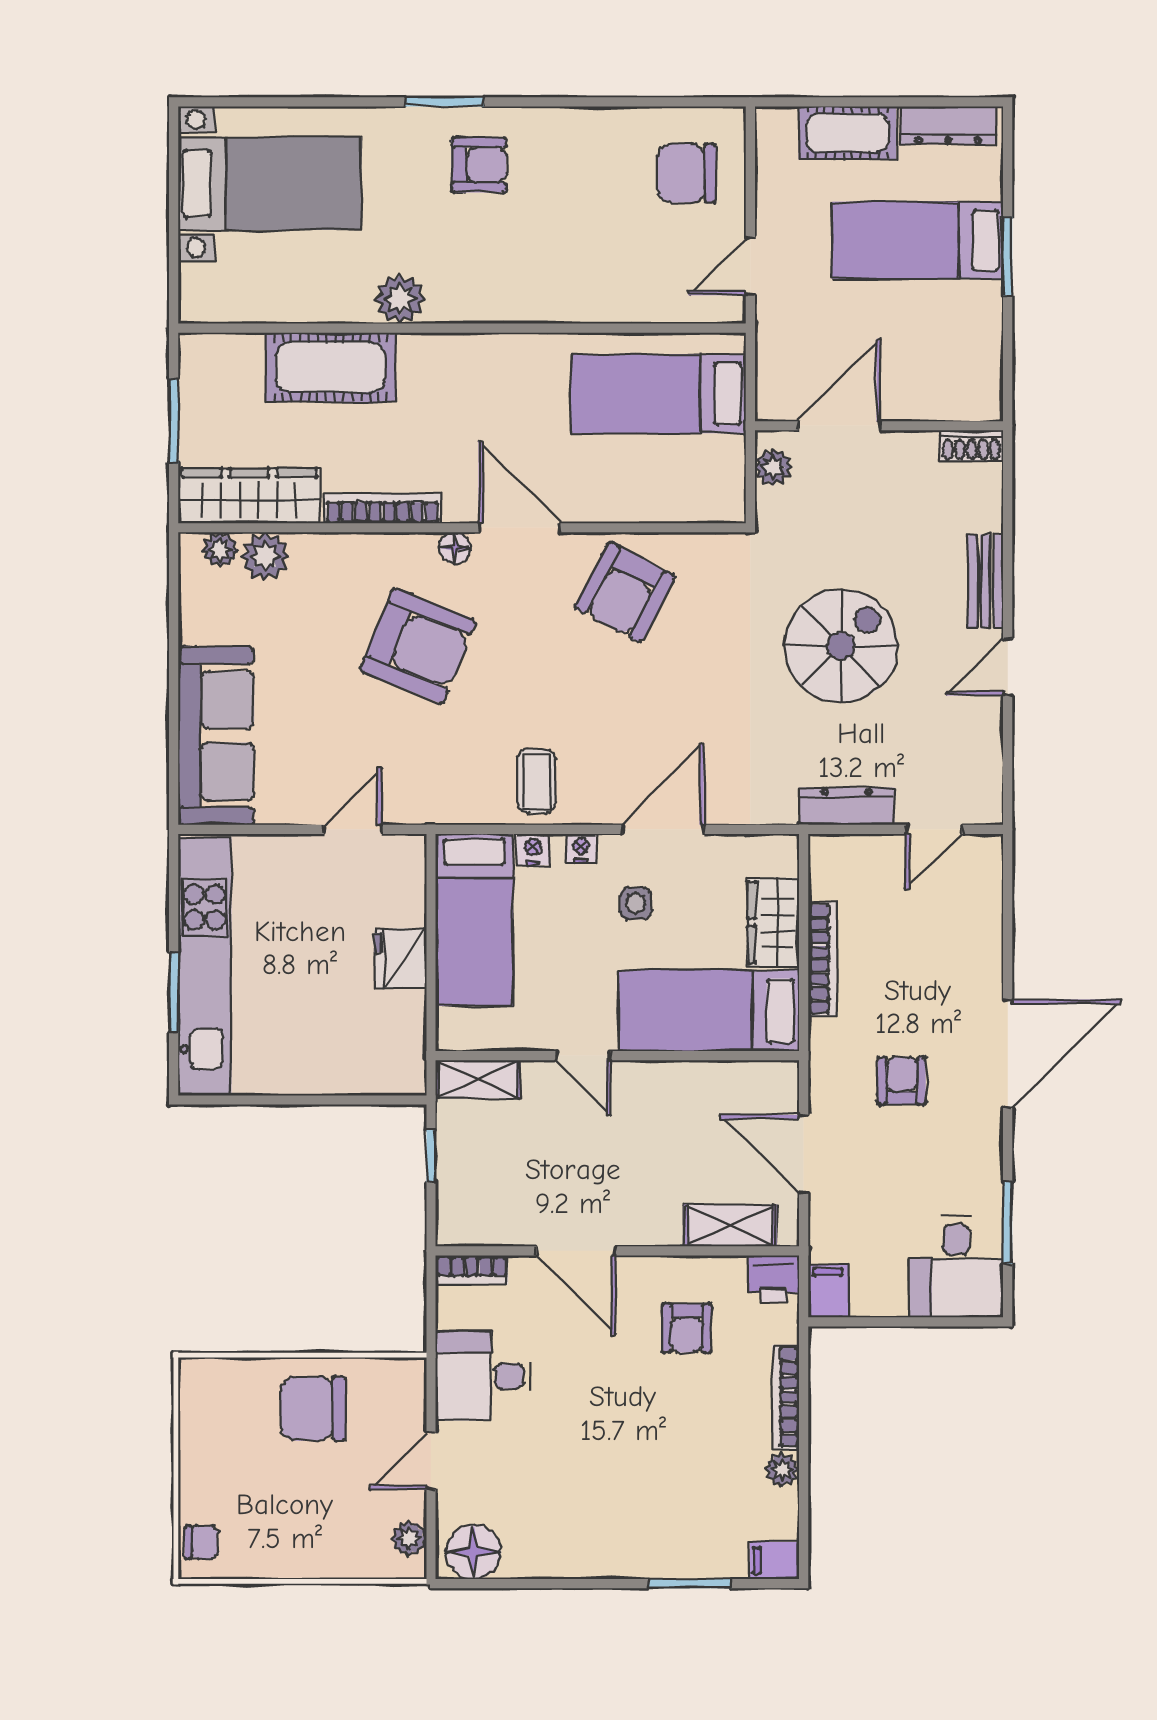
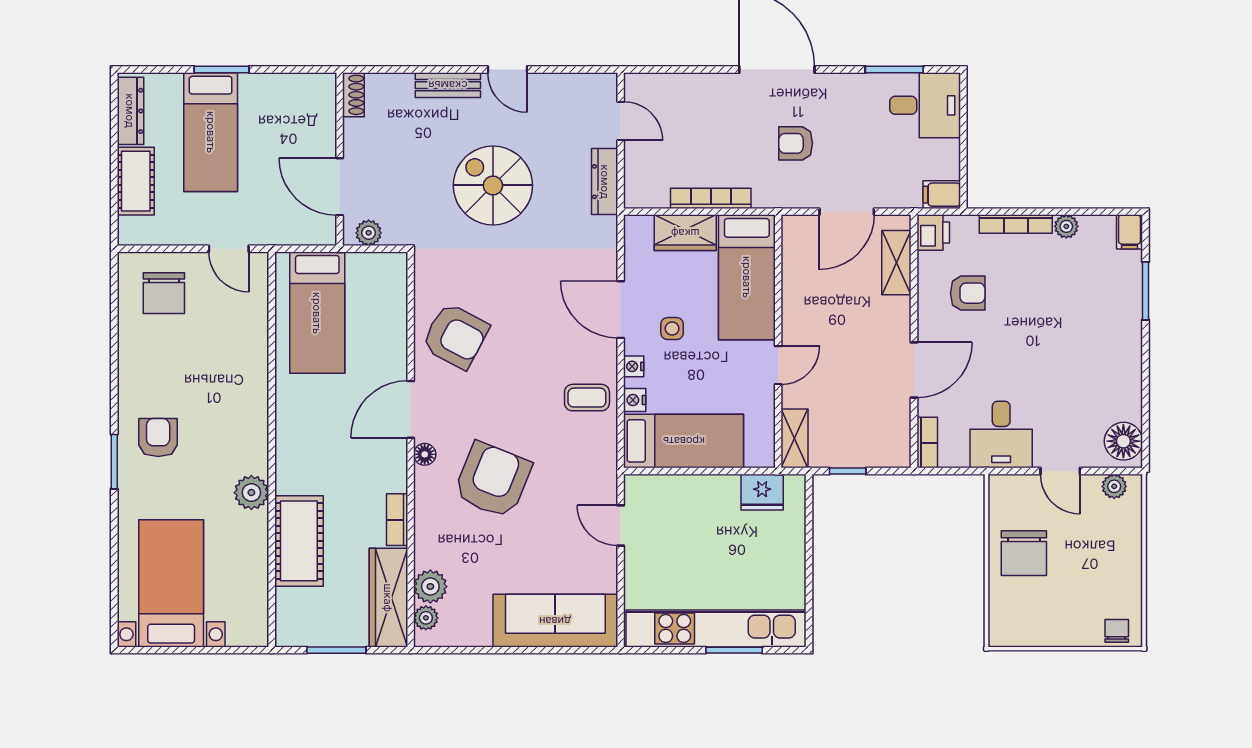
bookcase: (382, 508) -> (397, 520), width x0.64
fridge: (401, 958) -> (762, 492), moved

